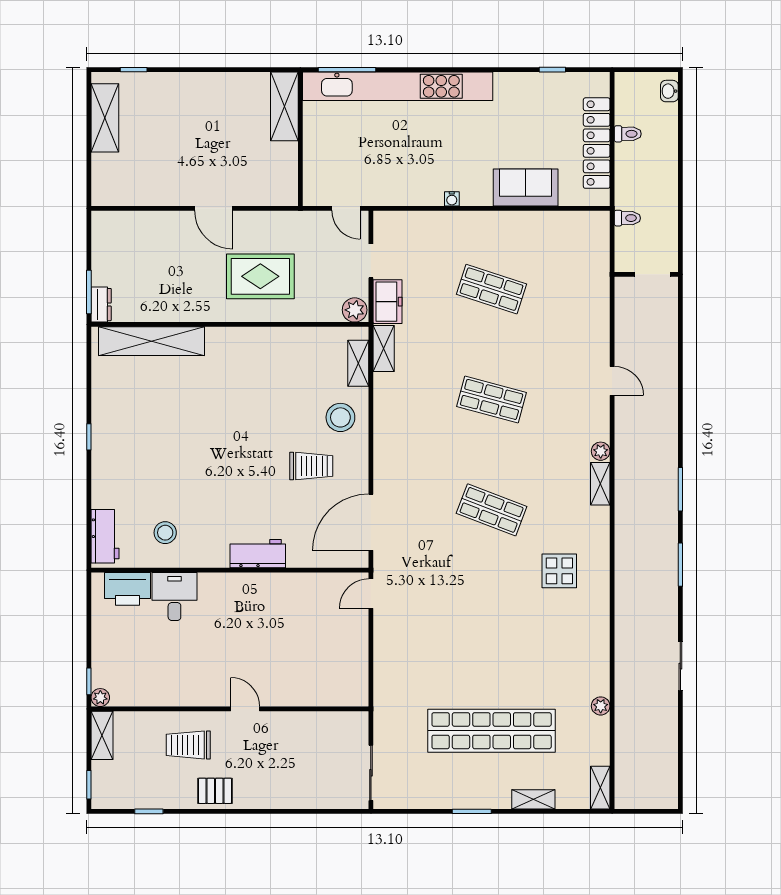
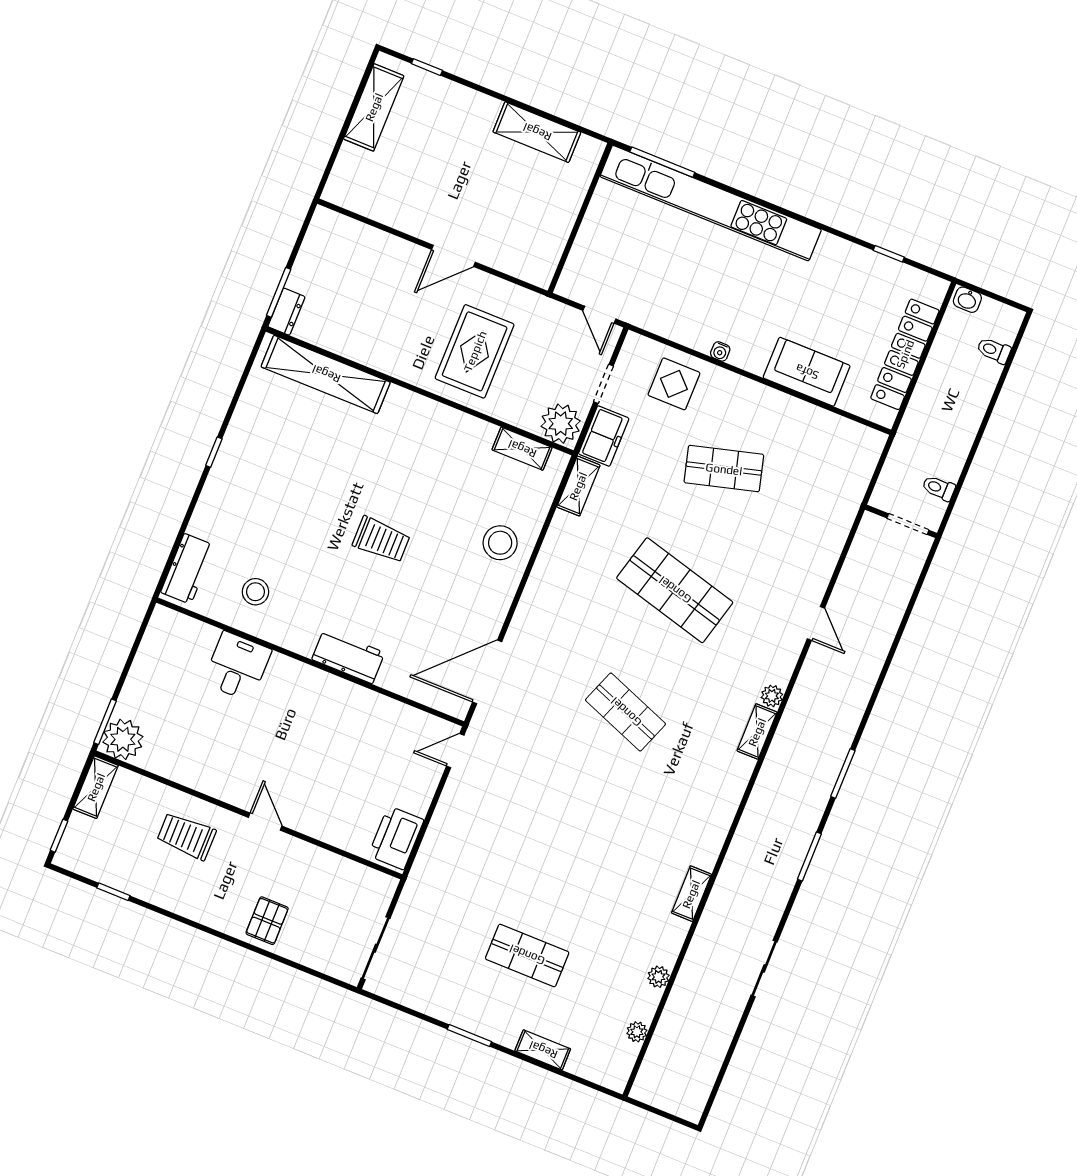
washbasin: (669, 91) -> (967, 300), moved, turned -90
shelving: (284, 106) -> (537, 132), moved, turned 90
toilet: (628, 134) -> (994, 350), moved, turned 180
door: (214, 208) -> (453, 256), hinge flipped
toilet: (627, 218) -> (939, 488), moved, turned 180
rug: (260, 276) -> (475, 351), turned 90
shop shelf: (492, 289) -> (724, 469), turned -33
plant: (355, 310) -> (561, 424), width x1.36, depth x1.36
shelving: (358, 363) -> (522, 449), moved, turned 90
shop shelf: (492, 399) -> (675, 590), width x1.43, depth x1.36
trolley: (311, 466) -> (381, 540), moved
display table: (559, 571) -> (674, 384), moved
printer: (127, 589) -> (396, 838), moved, turned 90
window: (89, 681) -> (105, 722), width x1.50
plant: (100, 698) -> (123, 739), width x1.88, depth x1.88
shop shelf: (492, 731) -> (527, 955), width x0.50, depth x0.74
plant: (601, 756) -> (637, 1032), added
shelving: (600, 788) -> (691, 894), moved
pallet: (215, 791) -> (267, 921), moved, turned 90

